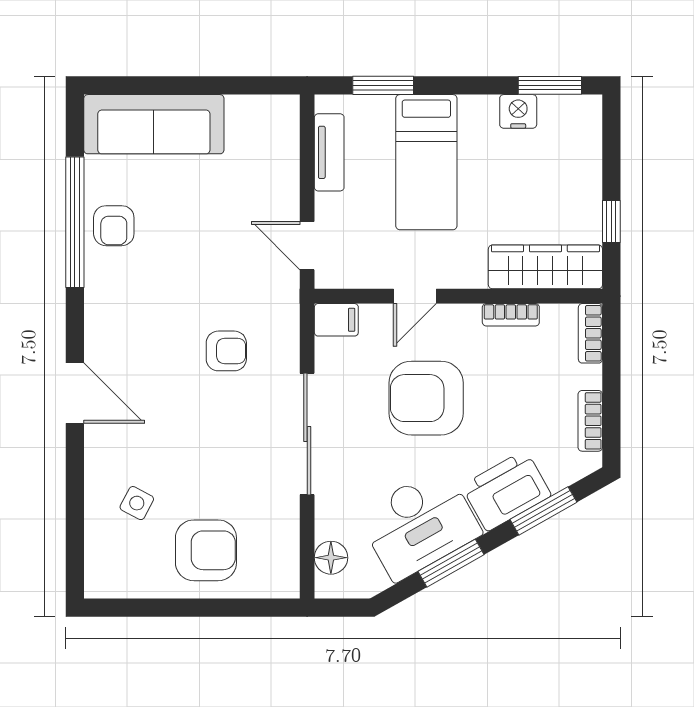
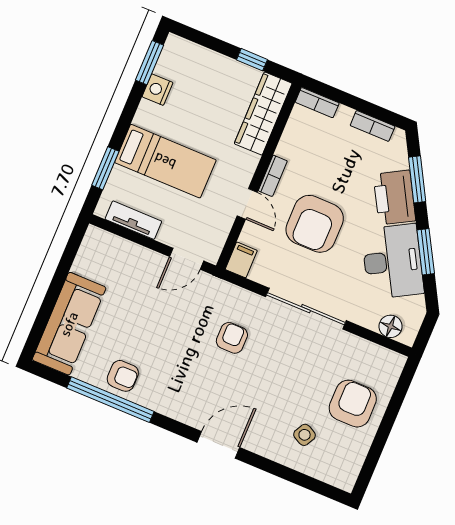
bookcase: (511, 315) -> (273, 176), moved

